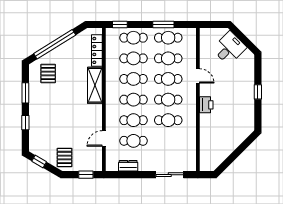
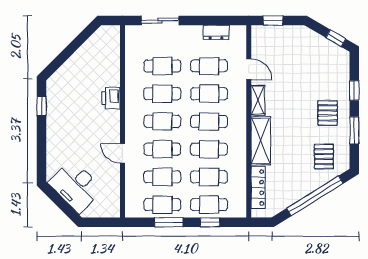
window: (120, 25) -> (210, 222), moved
desk: (229, 48) -> (76, 186), width x1.37
window: (258, 92) -> (42, 106), moved
printer: (206, 105) -> (111, 98), moved
shelving: (97, 115) -> (258, 100), added
door: (104, 138) -> (249, 69), hinge flipped
cafe table: (168, 141) -> (162, 66), added
pallet: (65, 157) -> (328, 113), moved

